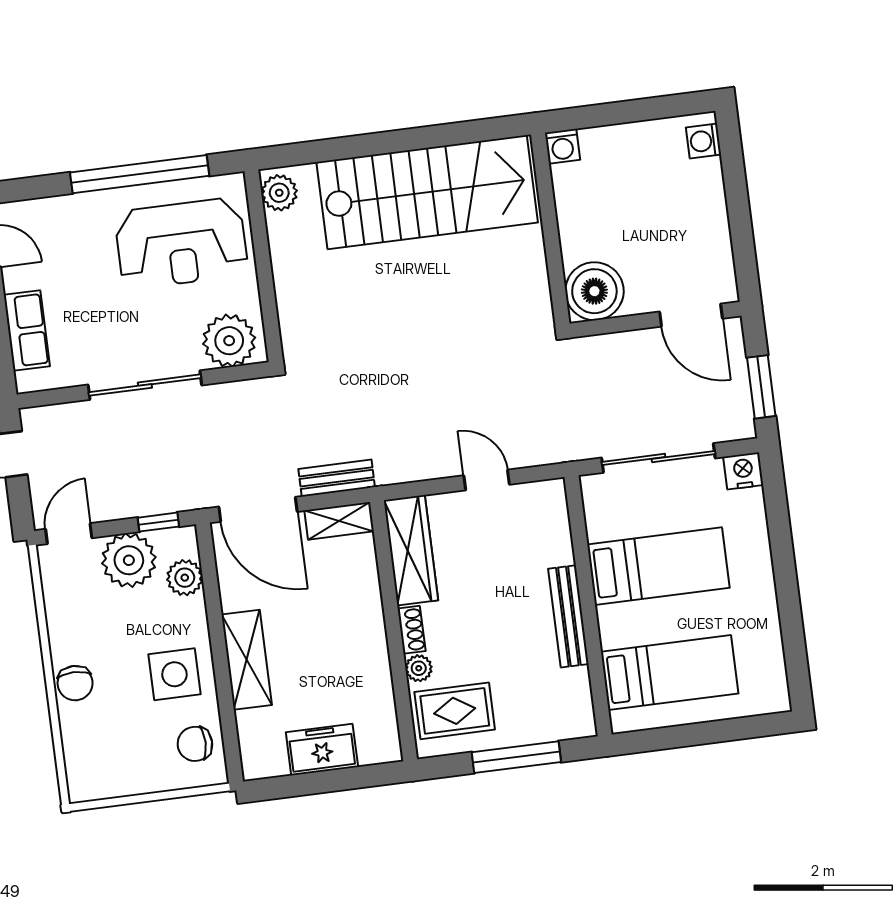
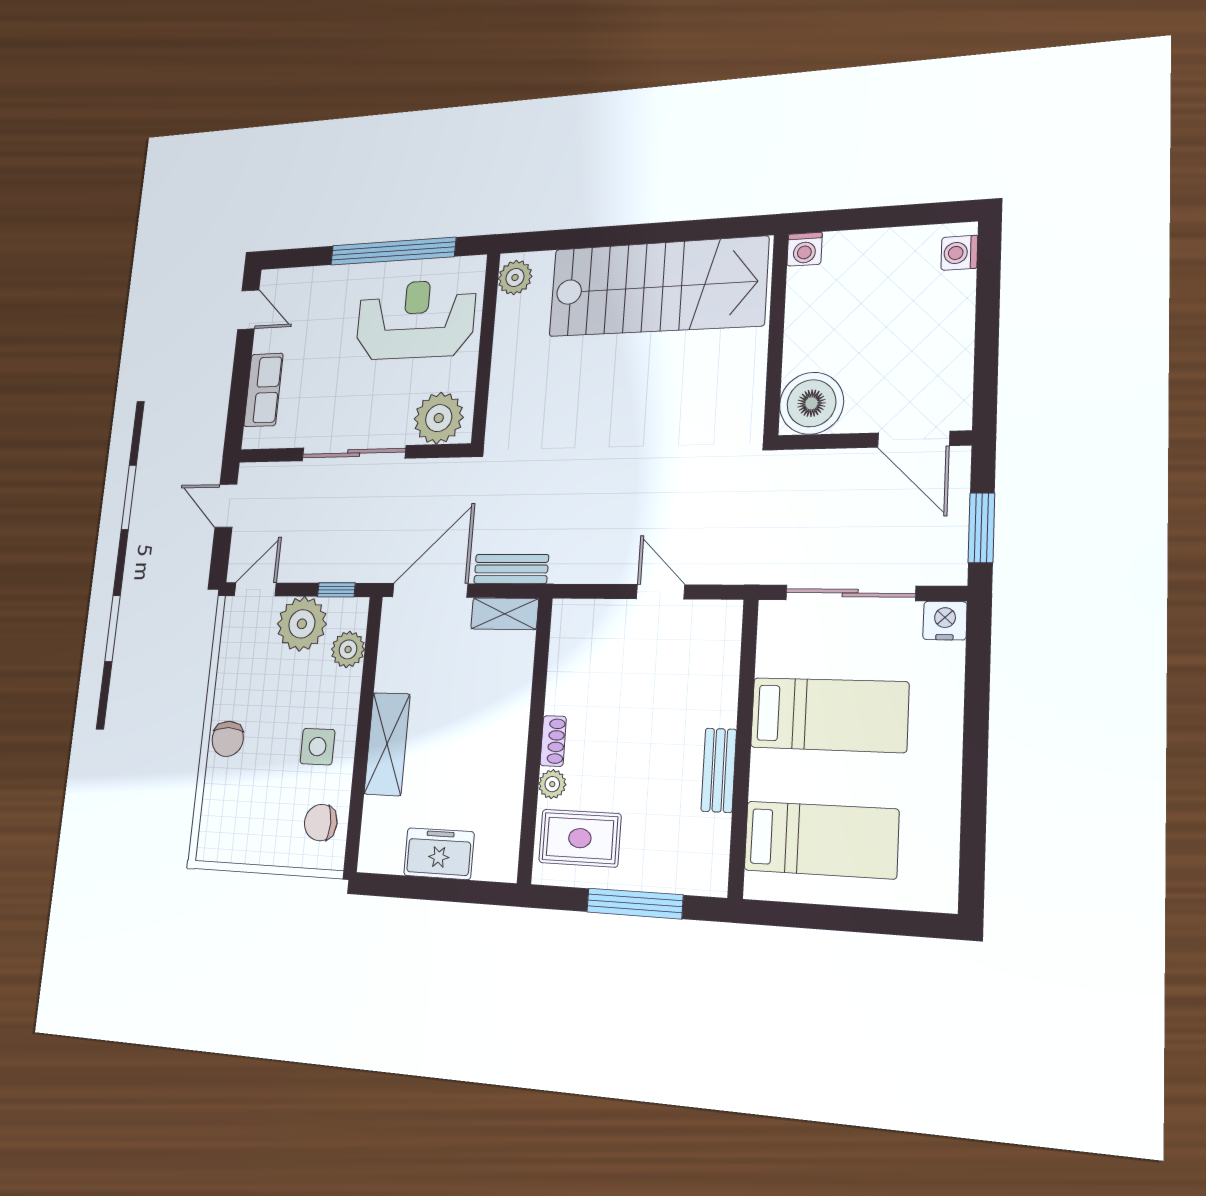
reception desk: (181, 243) -> (416, 320), turned 180
door: (258, 509) -> (430, 590), swing flipped
wardrobe: (411, 550) -> (569, 656), removed
bench: (568, 616) -> (719, 770), width x0.73
side table: (174, 674) -> (318, 747), width x0.73, depth x0.73

